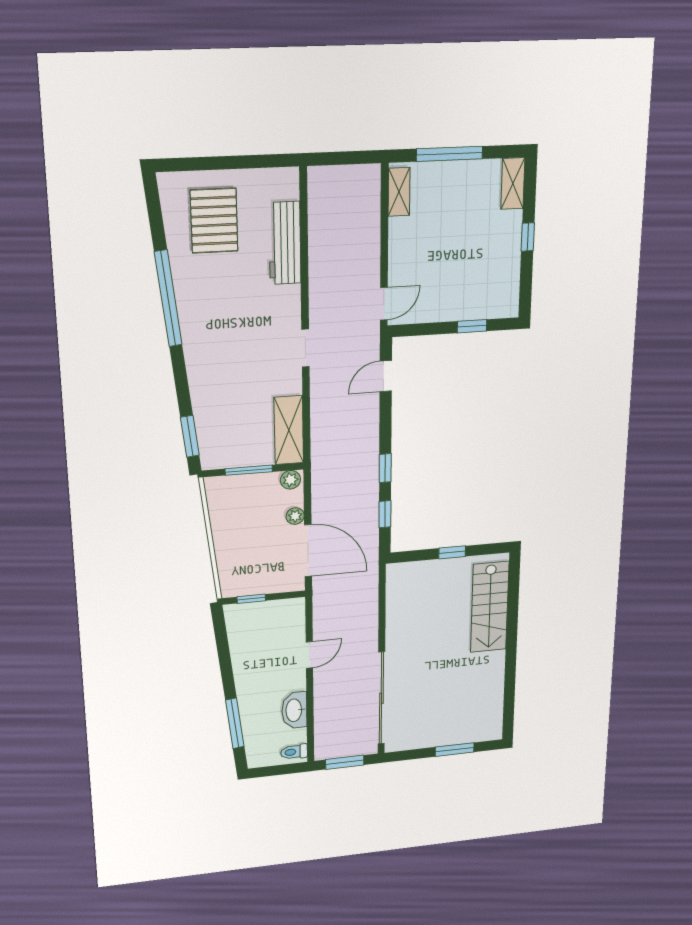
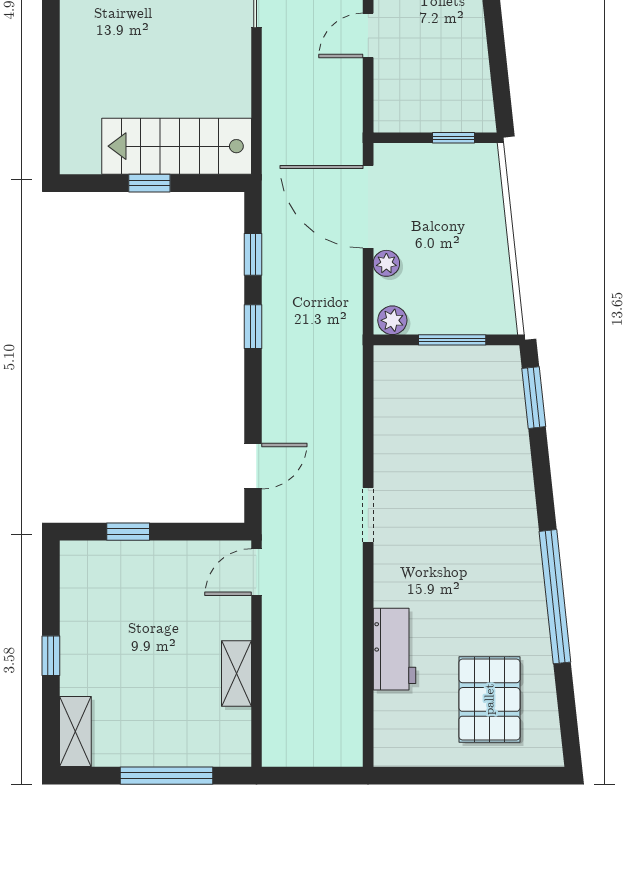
shelving: (399, 192) -> (236, 674), moved
workbench: (285, 243) -> (394, 649), width x0.73
shelving: (289, 430) -> (394, 396), removed
stairs: (490, 607) -> (177, 146), moved, turned -90

